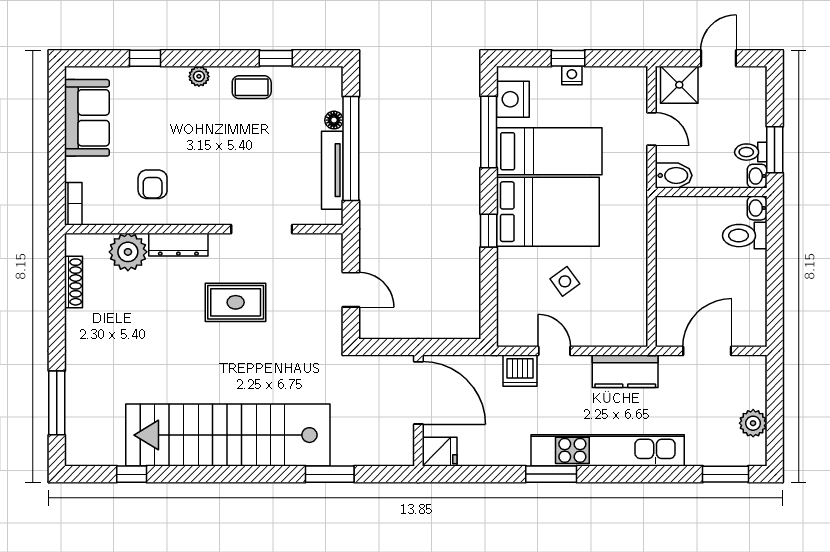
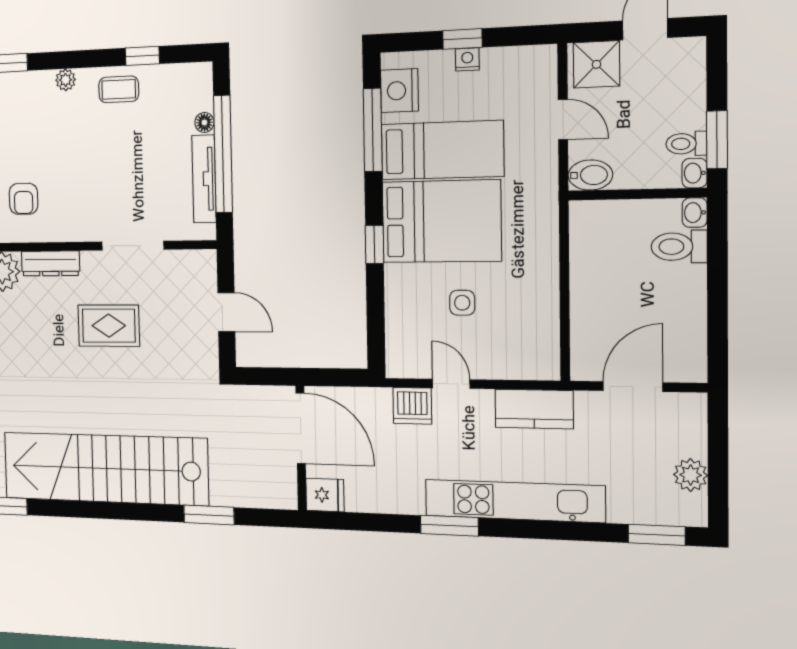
side table: (565, 281) -> (462, 303), turned 36

